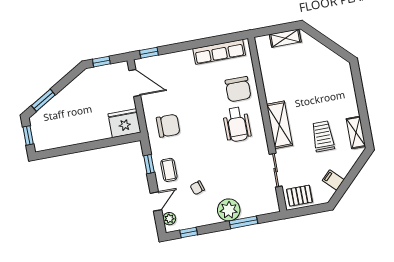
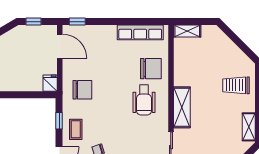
shelving: (285, 38) -> (187, 31), moved
chair: (238, 89) -> (151, 69), turned -90
fridge: (124, 123) -> (50, 83), width x0.53, depth x0.75
trolley: (323, 136) -> (236, 85), moved, turned -90

